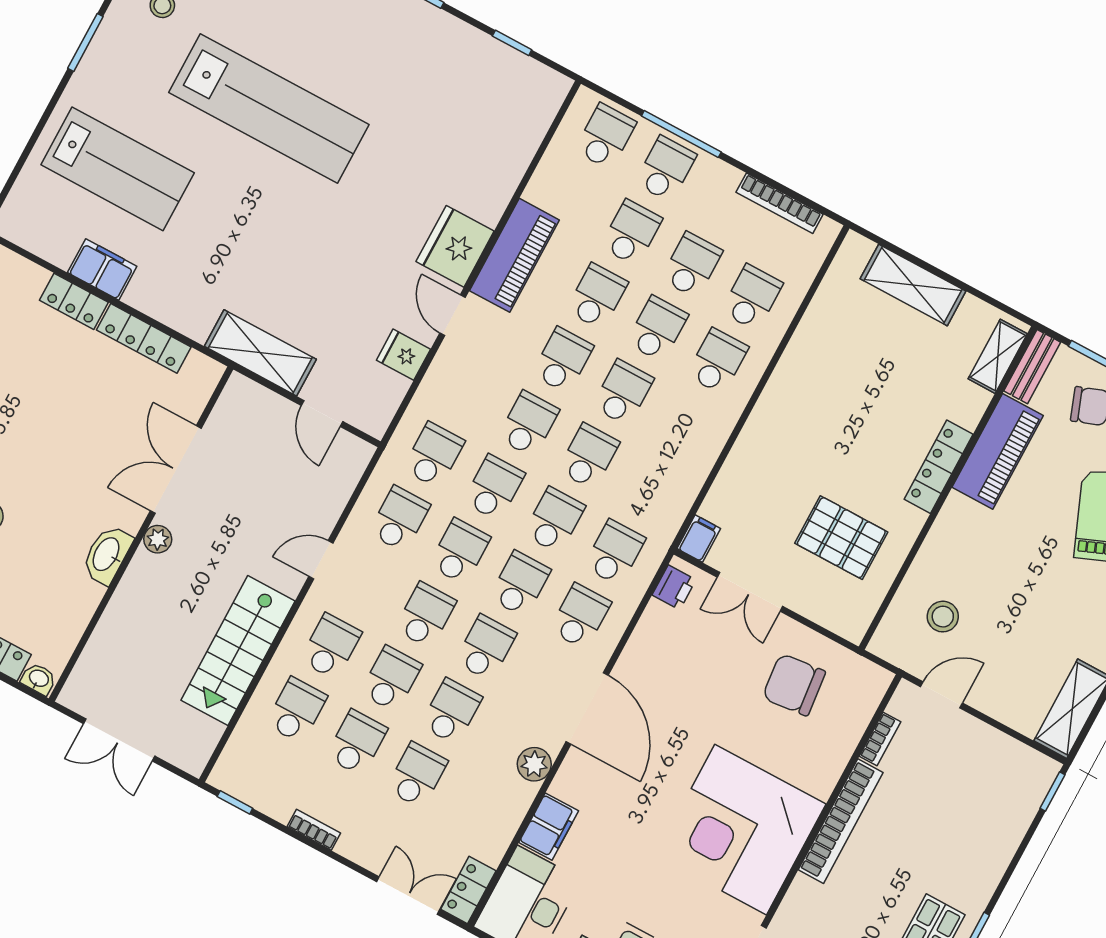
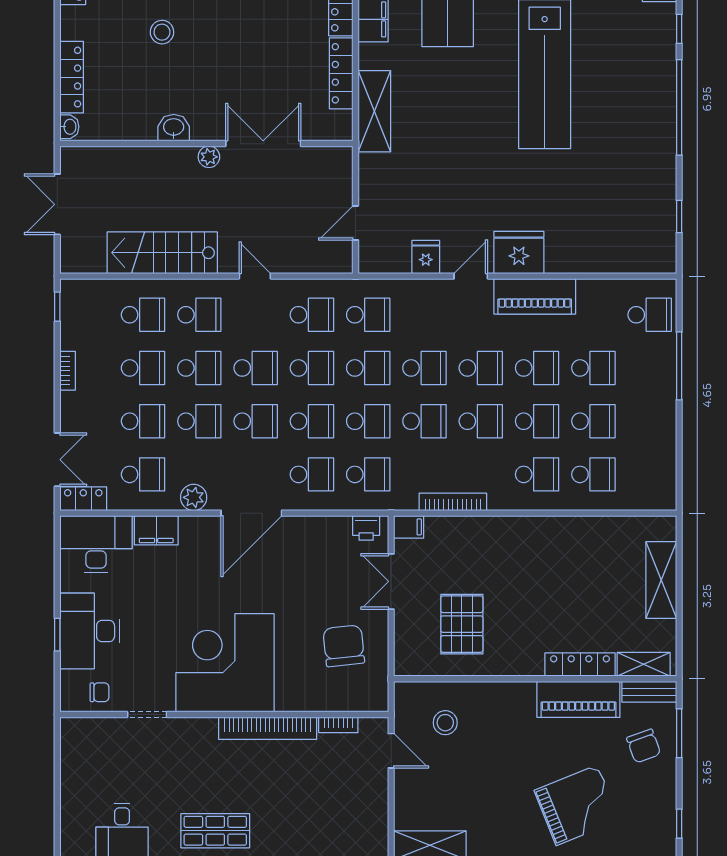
school desk: (666, 169) -> (143, 474), moved
bookcase: (780, 203) -> (453, 502), moved, turned 90
shelving: (260, 353) -> (374, 111), moved
locker: (939, 467) -> (580, 665), moved
washbasin: (107, 555) -> (174, 128), width x0.72

